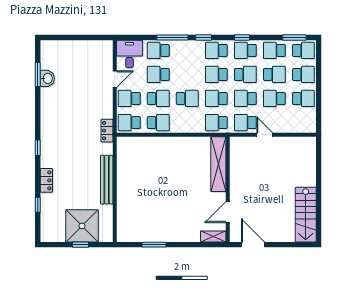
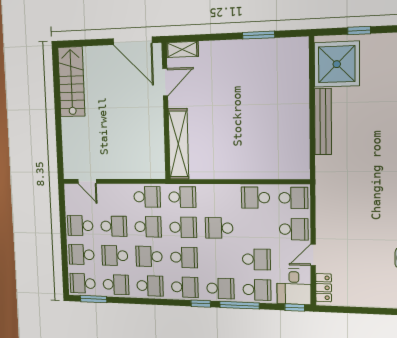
window: (242, 38) -> (295, 308), moved
school desk: (158, 98) -> (220, 288), moved, turned 180
locker: (107, 131) -> (324, 288), moved
door: (265, 135) -> (87, 181), moved
shower: (82, 226) -> (337, 64), moved
door: (253, 245) -> (133, 41), width x1.36

